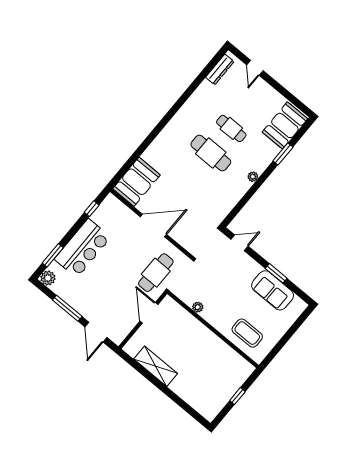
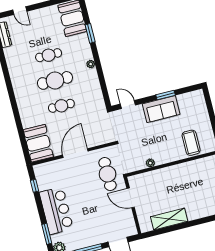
cafe table: (190, 178) -> (61, 106), added
door: (240, 243) -> (128, 105), hinge flipped
sofa: (273, 290) -> (161, 109), moved
coffee table: (247, 333) -> (191, 143), turned 90

